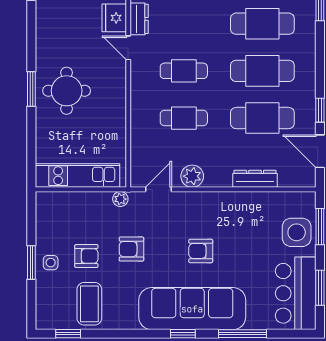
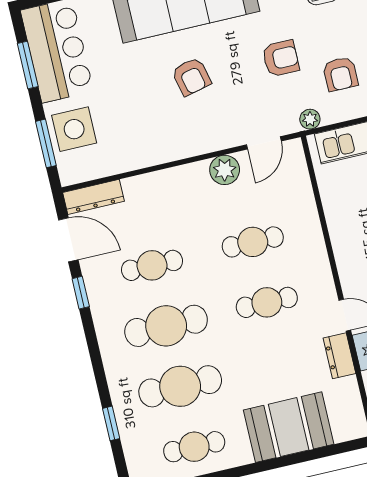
cafe table: (262, 118) -> (152, 265), width x0.73, depth x0.74
dresser: (255, 179) -> (94, 197), moved
armchair: (201, 251) -> (191, 77), turned 77
armchair: (86, 256) -> (340, 74), moved, turned -90

